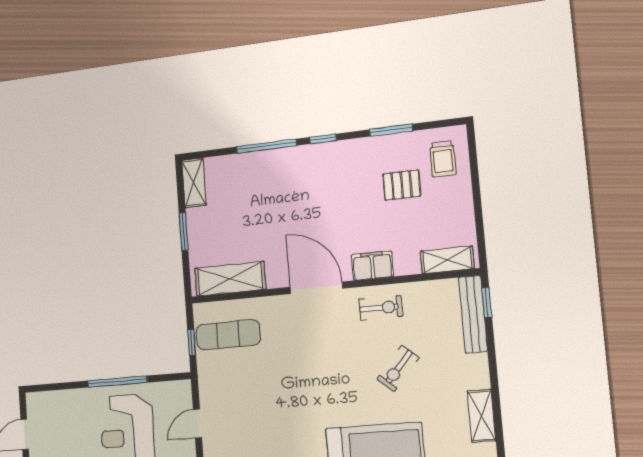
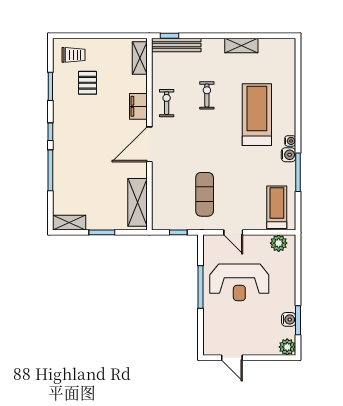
exercise mat: (228, 335) -> (205, 194), moved
exercise bike: (398, 368) -> (207, 95), turned -131

